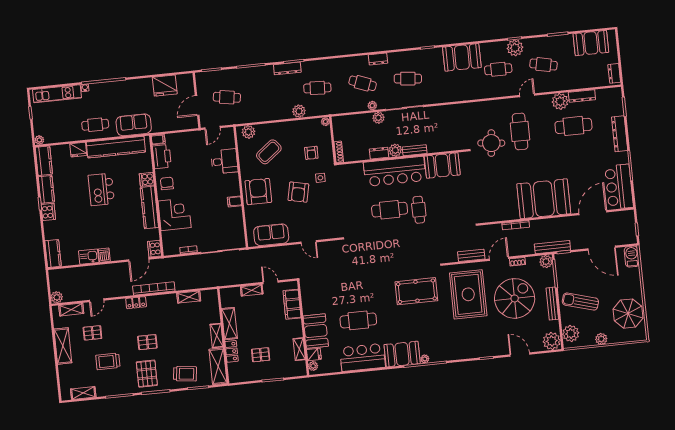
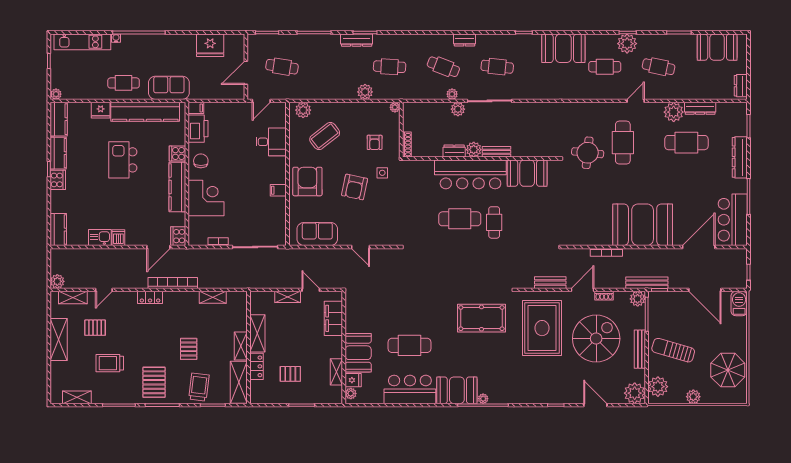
pallet: (147, 342) -> (189, 349), moved, turned 90
trolley: (185, 374) -> (199, 387), turned -90

